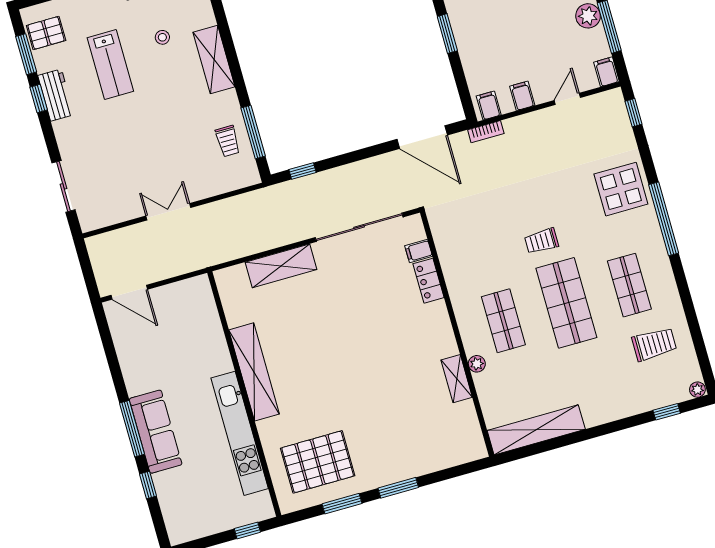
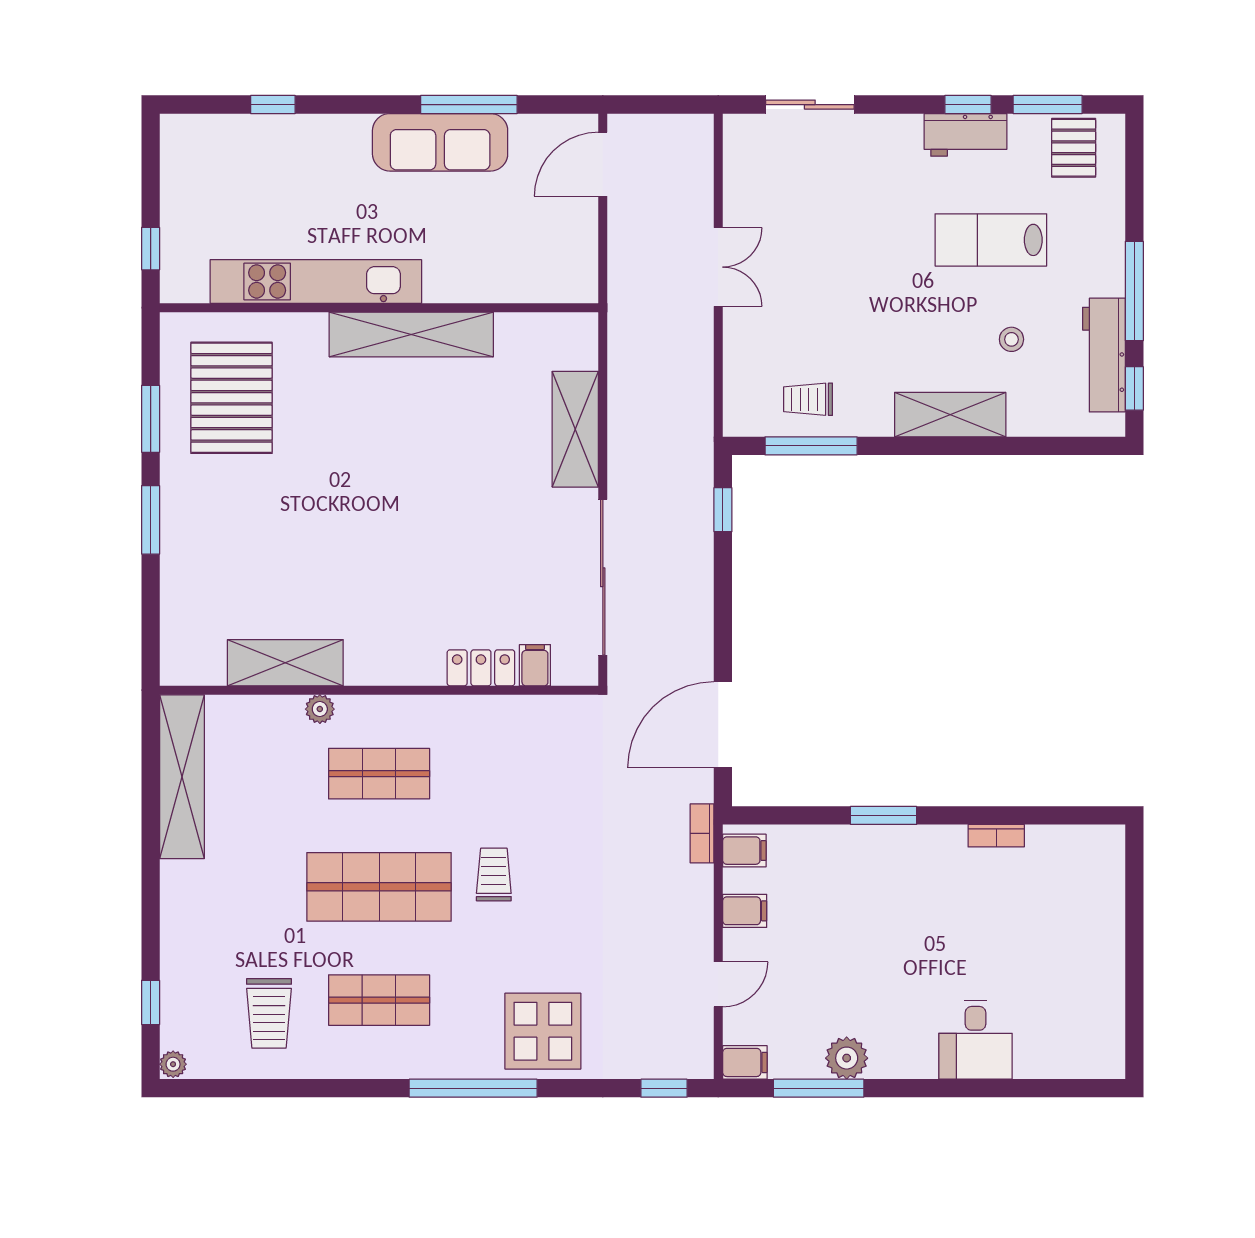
door: (567, 99) -> (718, 984), hinge flipped
shelving: (457, 379) -> (285, 663), width x1.50, depth x1.33
window: (132, 429) -> (469, 105), moved
sofa: (156, 432) -> (440, 142), moved

